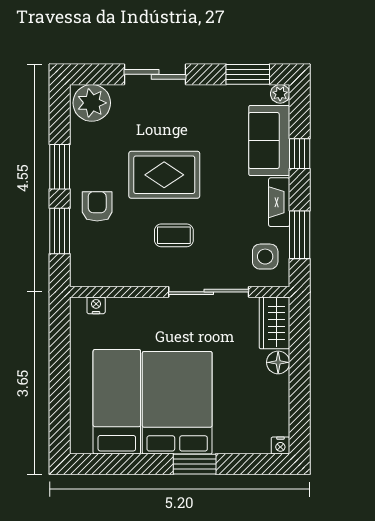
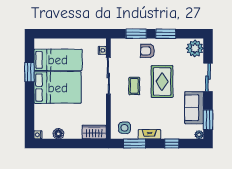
sofa: (269, 141) -> (194, 108), moved, turned -90
armchair: (97, 206) -> (148, 51), turned 180
sliding door: (209, 292) -> (108, 76), moved
floor lamp: (278, 362) -> (58, 134), moved
window: (195, 464) -> (29, 72), moved

